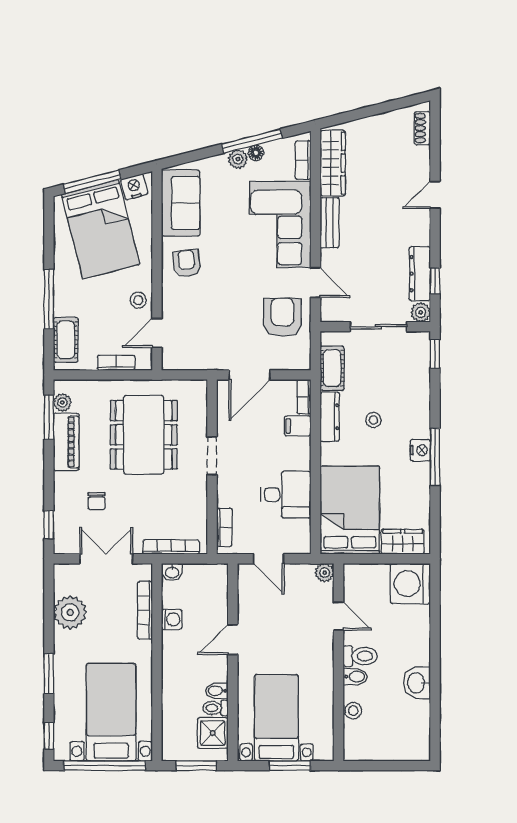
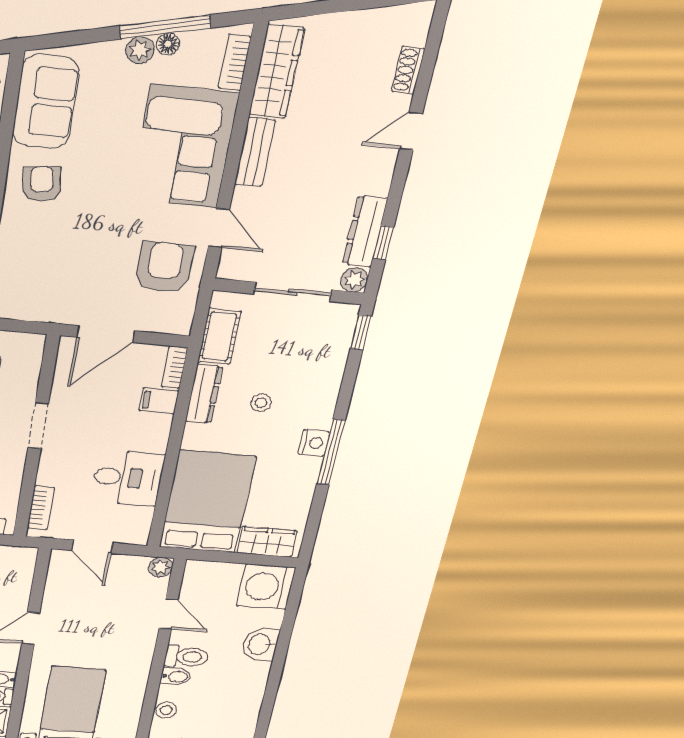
shoe rack: (422, 128) -> (408, 70), moved
washbasin: (417, 683) -> (260, 644), moved

